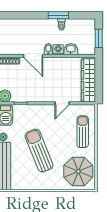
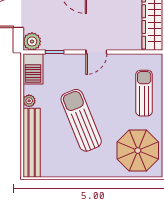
door: (62, 103) -> (96, 52), moved

